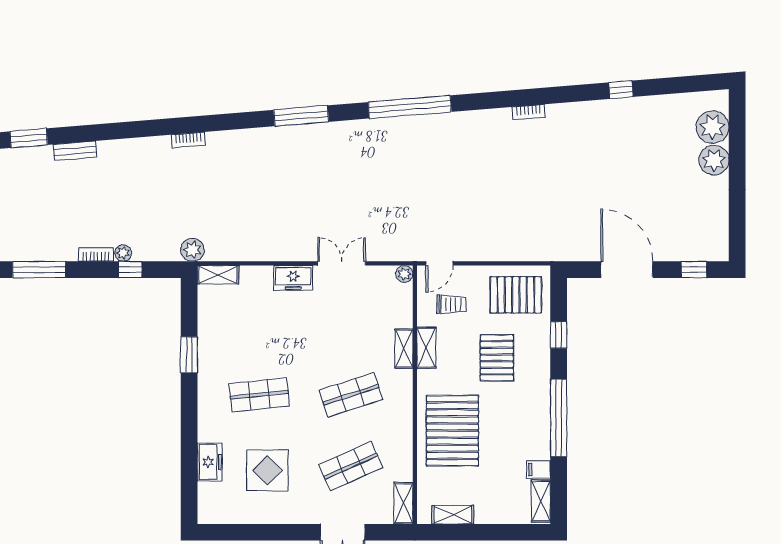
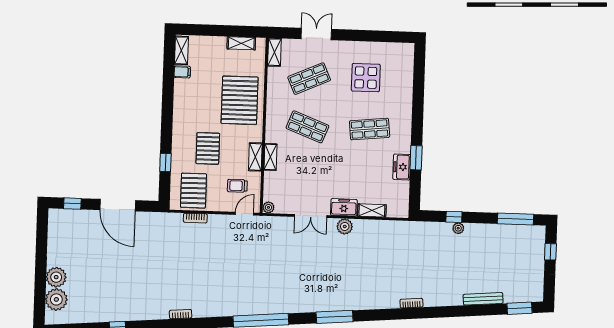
bench: (75, 151) -> (483, 299), width x1.36
plant: (193, 250) -> (345, 226), moved
bookcase: (96, 254) -> (195, 218), moved
shelving: (218, 275) -> (372, 210), moved
pallet: (516, 295) -> (193, 191), turned 90
shop shelf: (351, 395) -> (307, 127), turned 39
window: (559, 418) -> (167, 106), removed
freezer: (210, 462) -> (402, 167), moved

